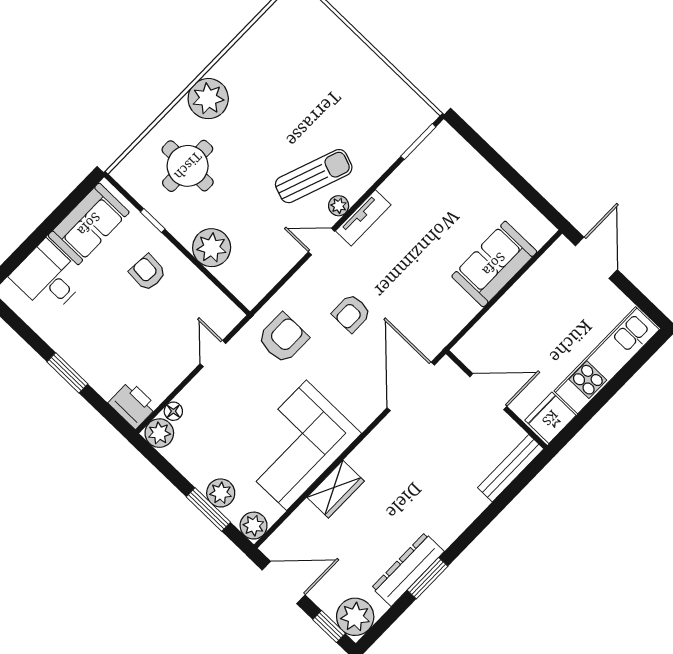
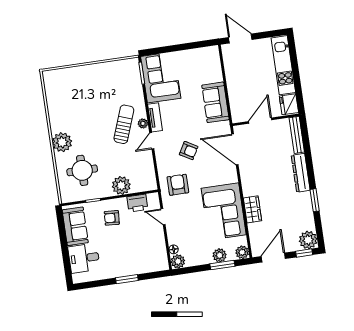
corner sofa: (435, 177) -> (161, 77), added
sofa: (494, 264) -> (215, 102), moved
armchair: (351, 313) -> (189, 151), turned -60
printer: (133, 405) -> (137, 203), moved, turned 180
dresser: (408, 569) -> (301, 173), moved

